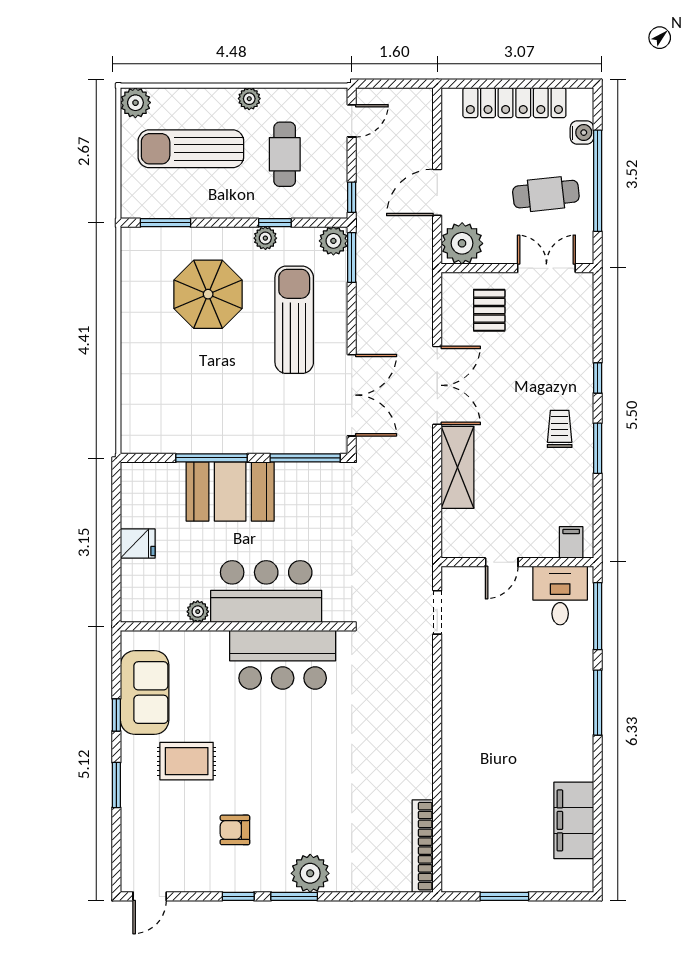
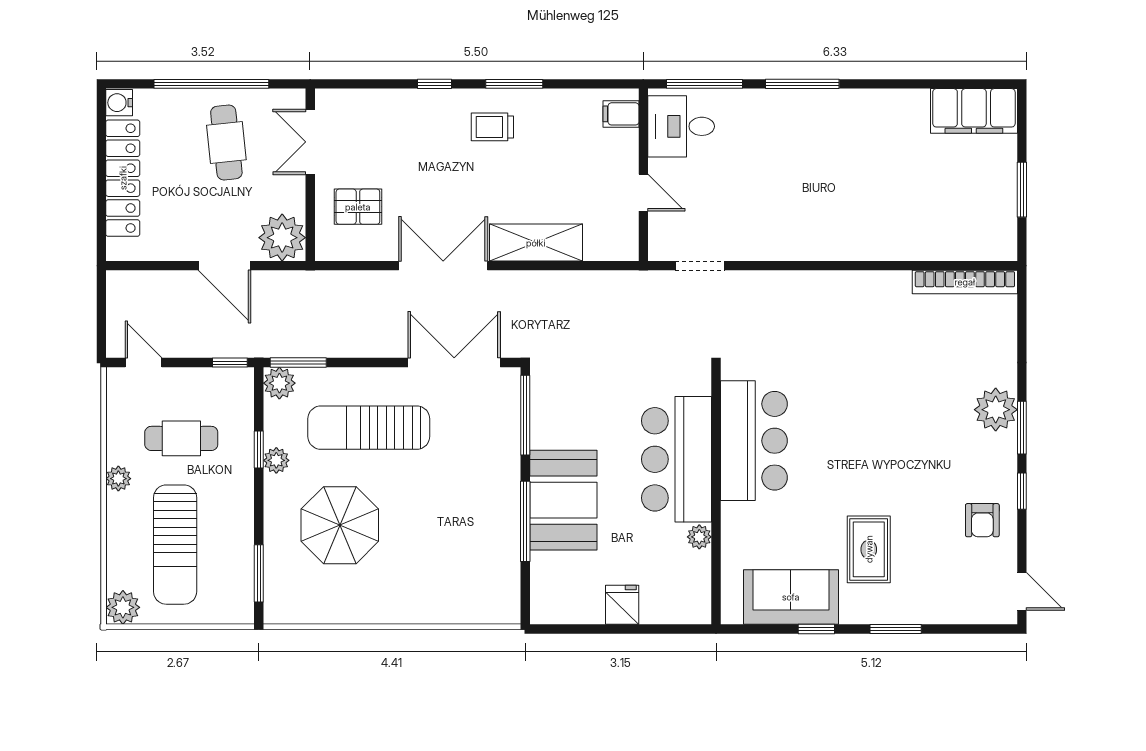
water cooler: (582, 133) -> (119, 103), moved, turned -90
filing cabinet: (574, 820) -> (974, 111), moved
armchair: (235, 830) -> (982, 520), moved

